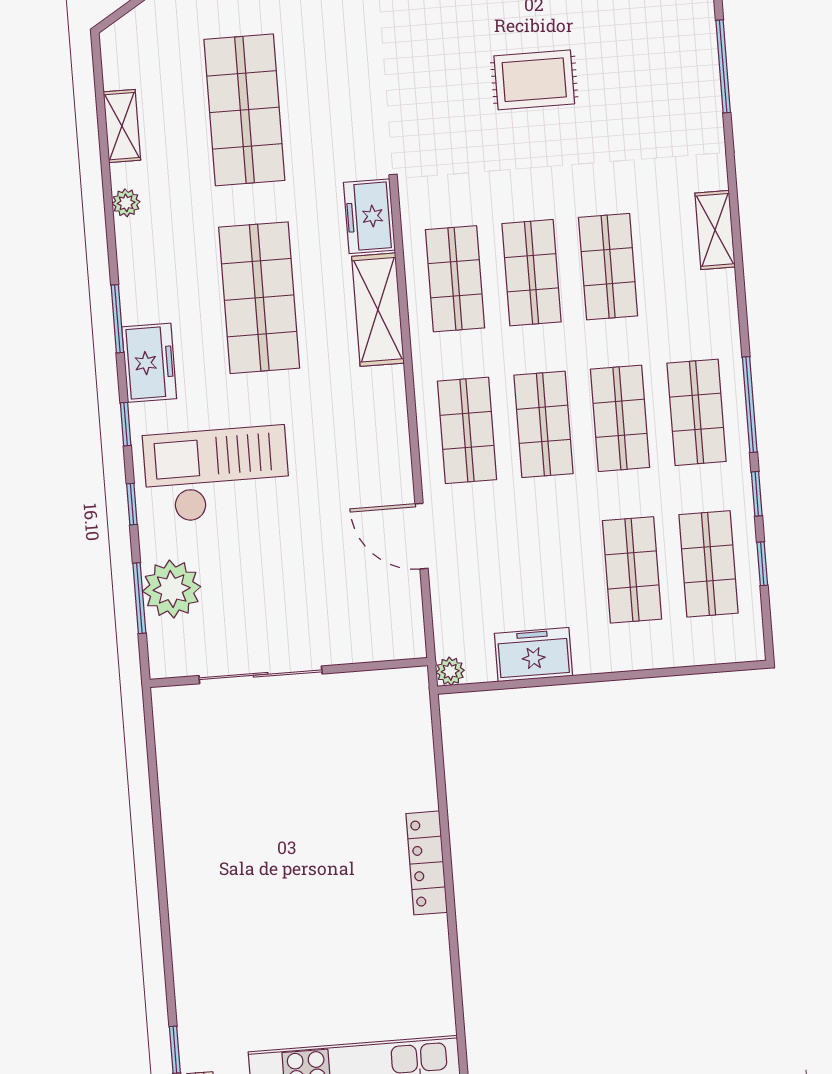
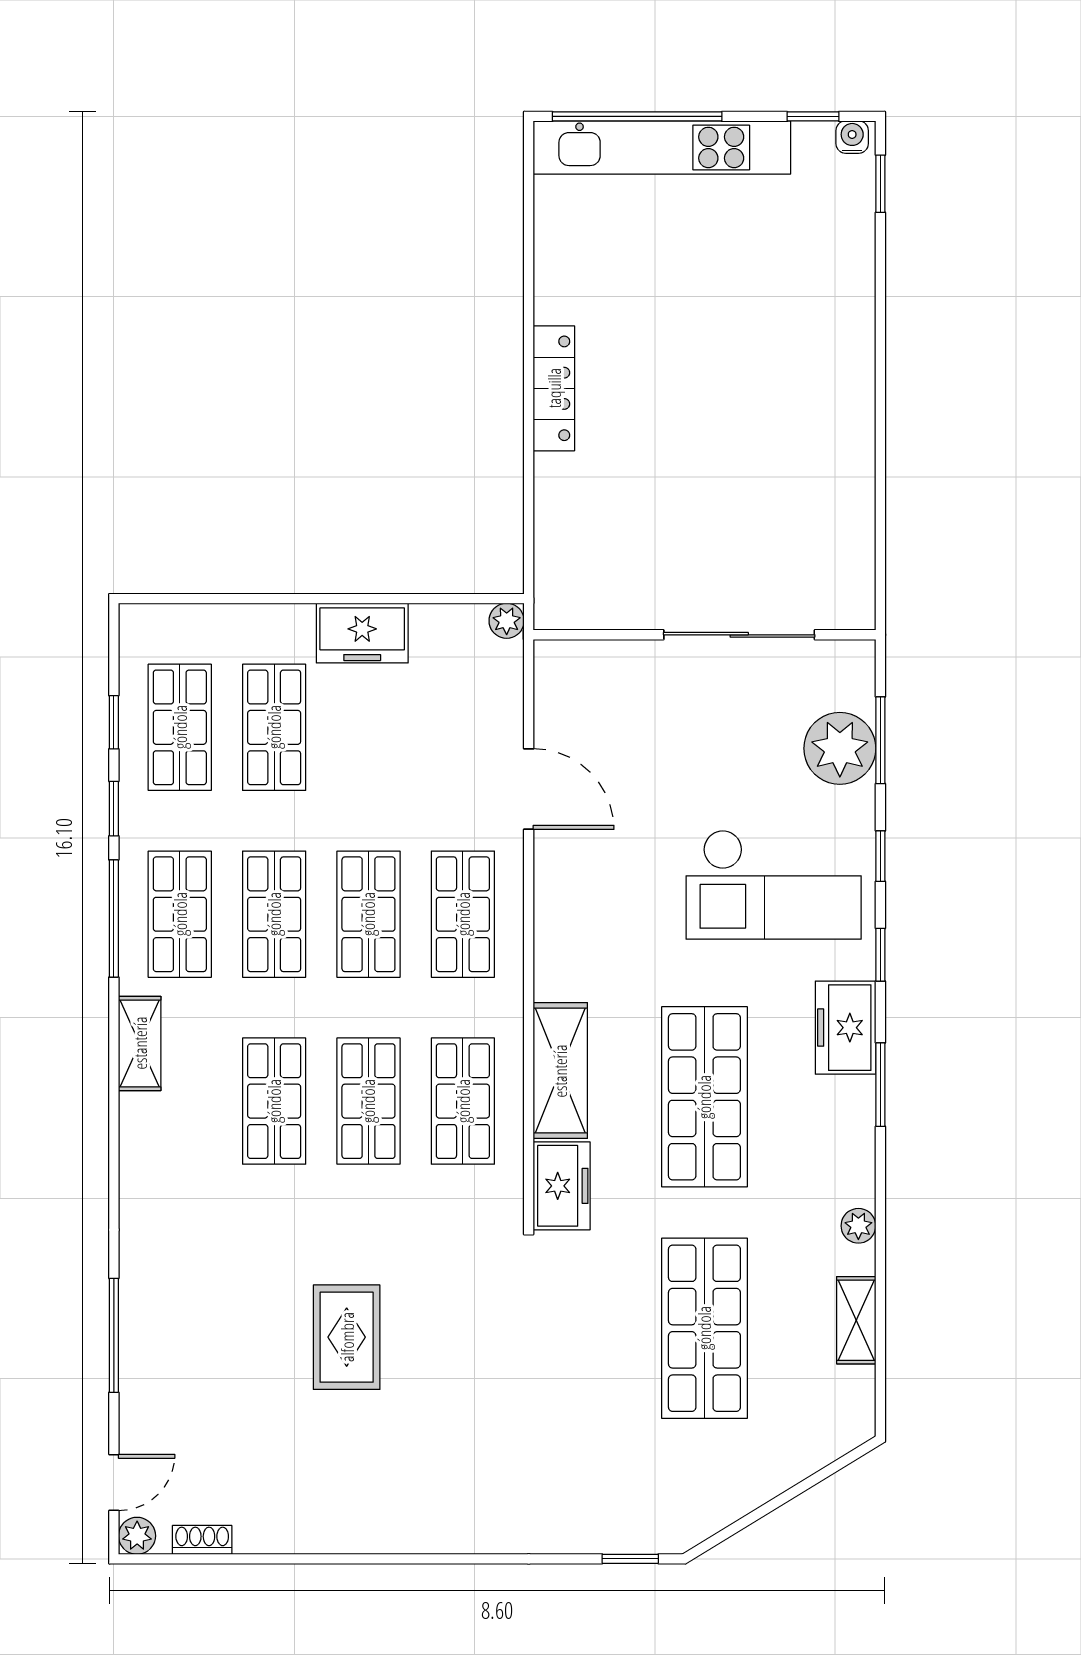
rug: (534, 80) -> (347, 1337), turned 90
shelving: (715, 230) -> (140, 1043), moved
freezer: (533, 655) -> (362, 633), moved

